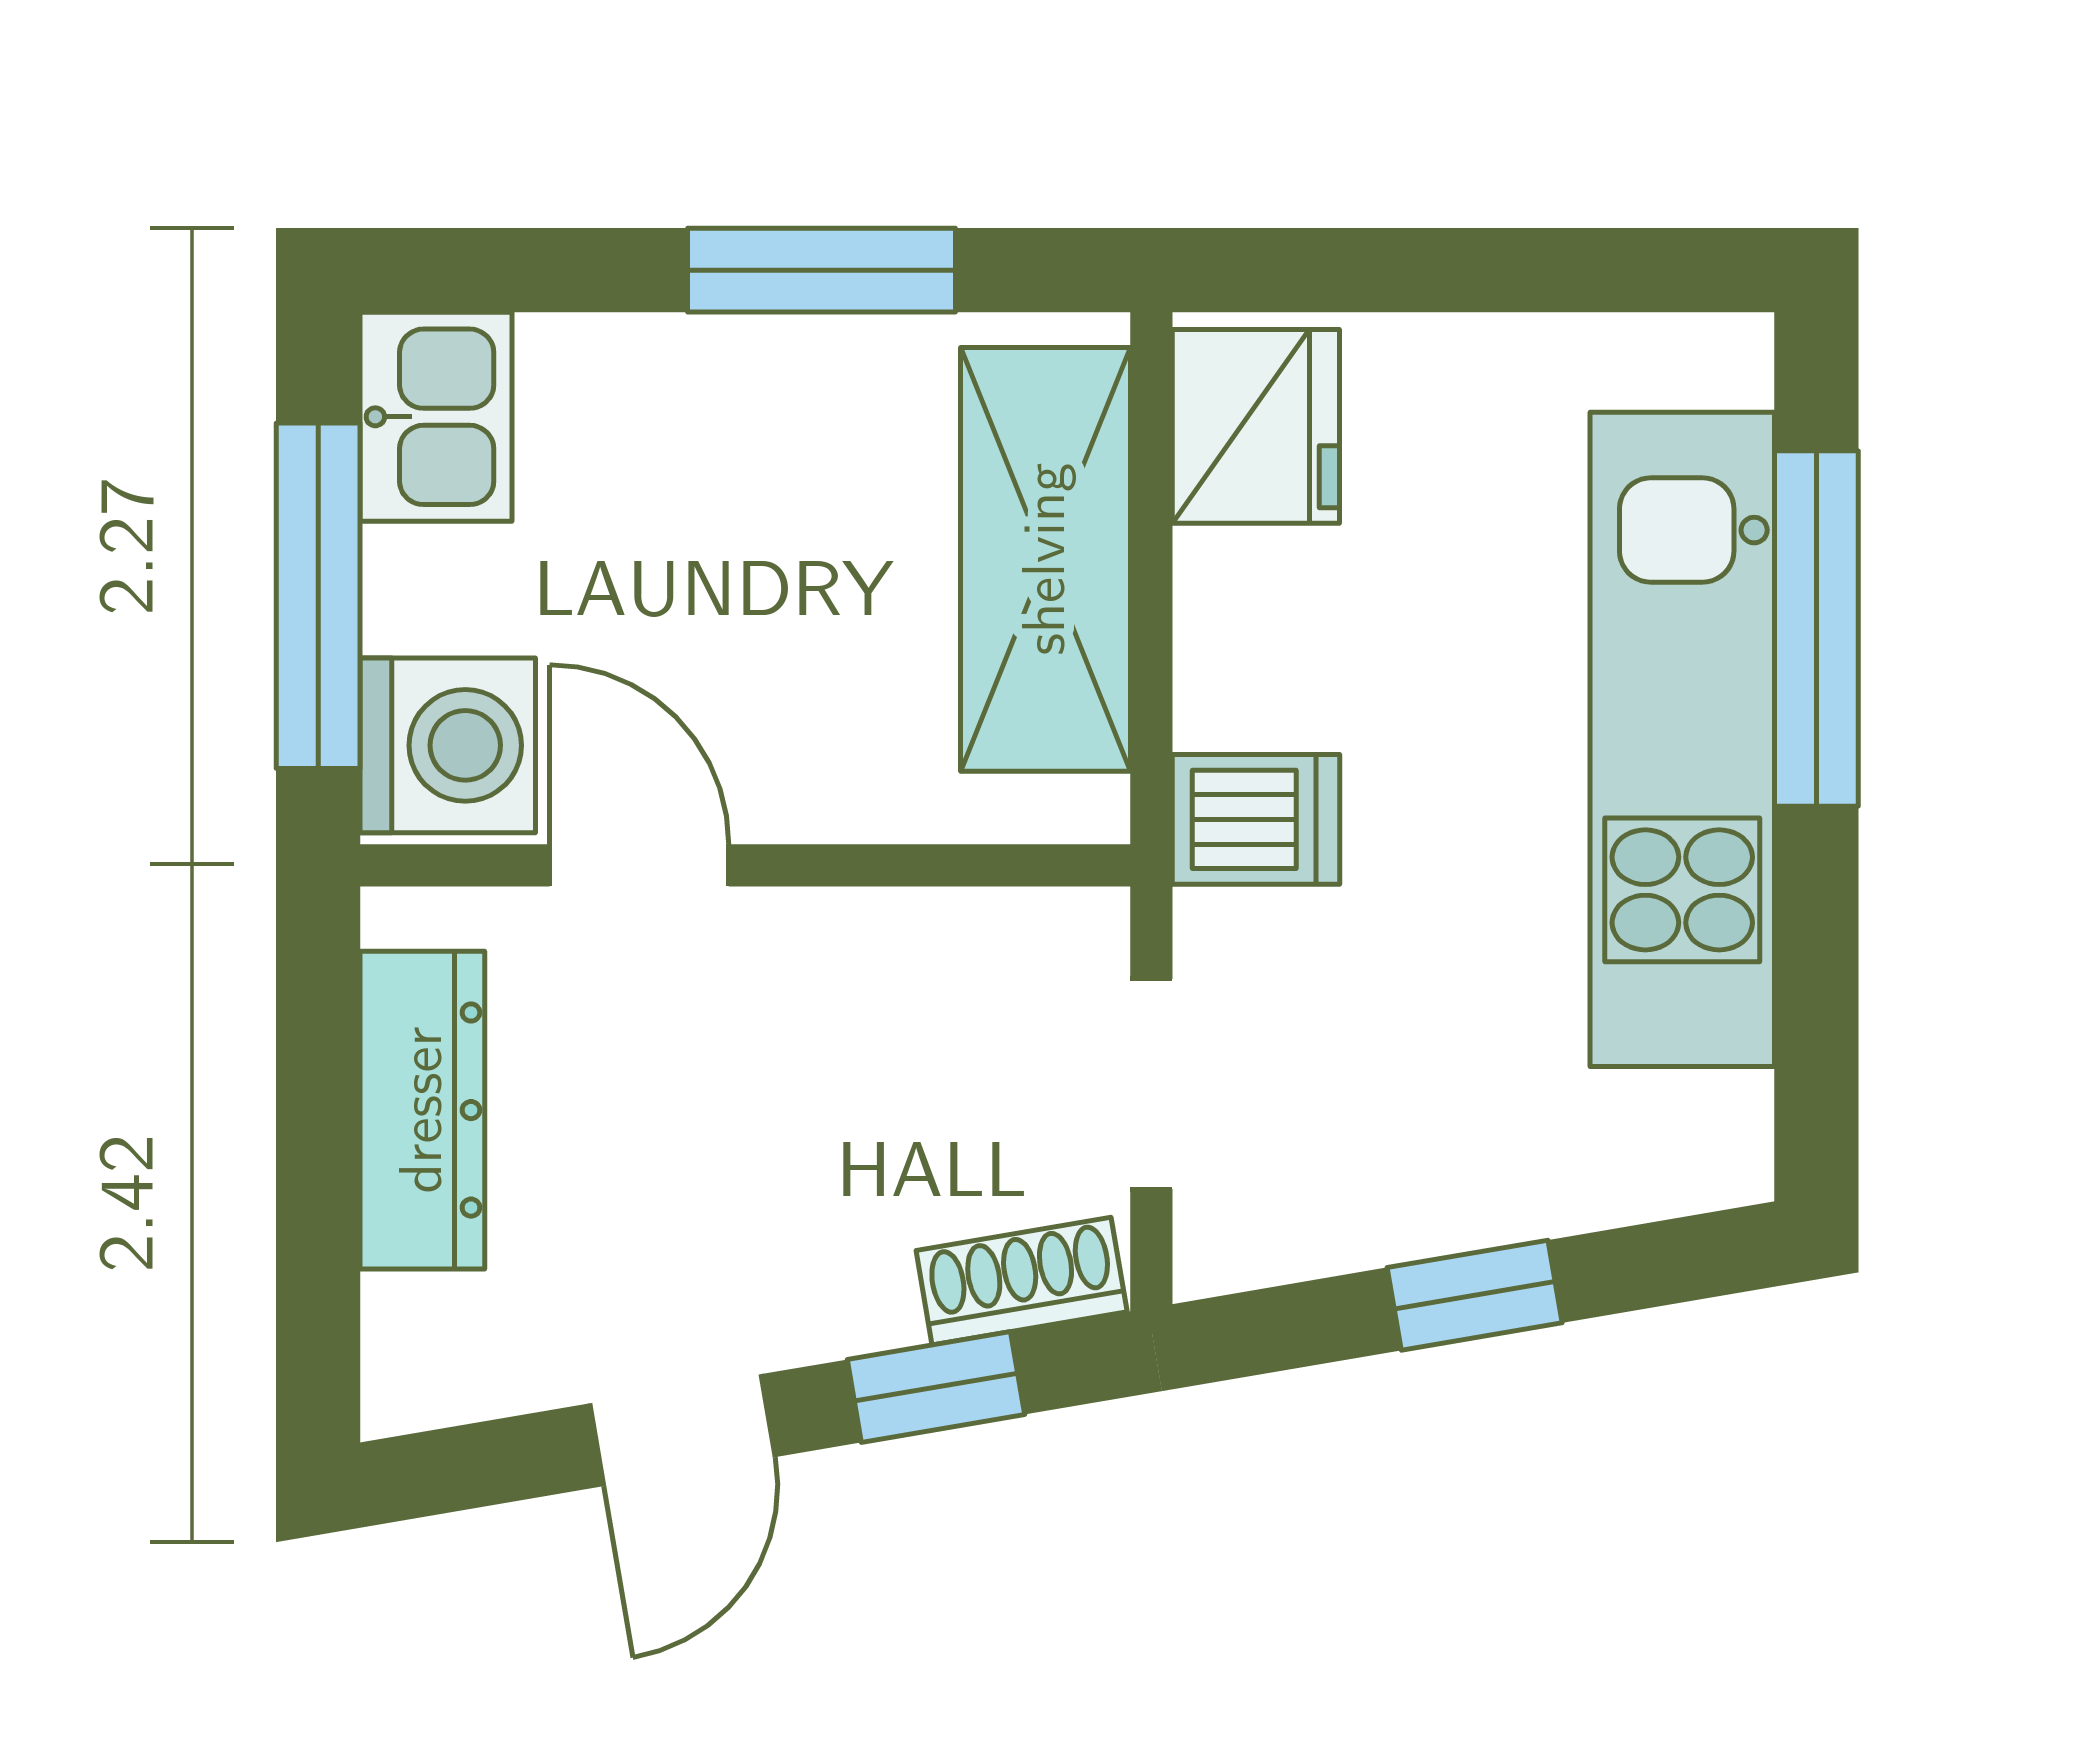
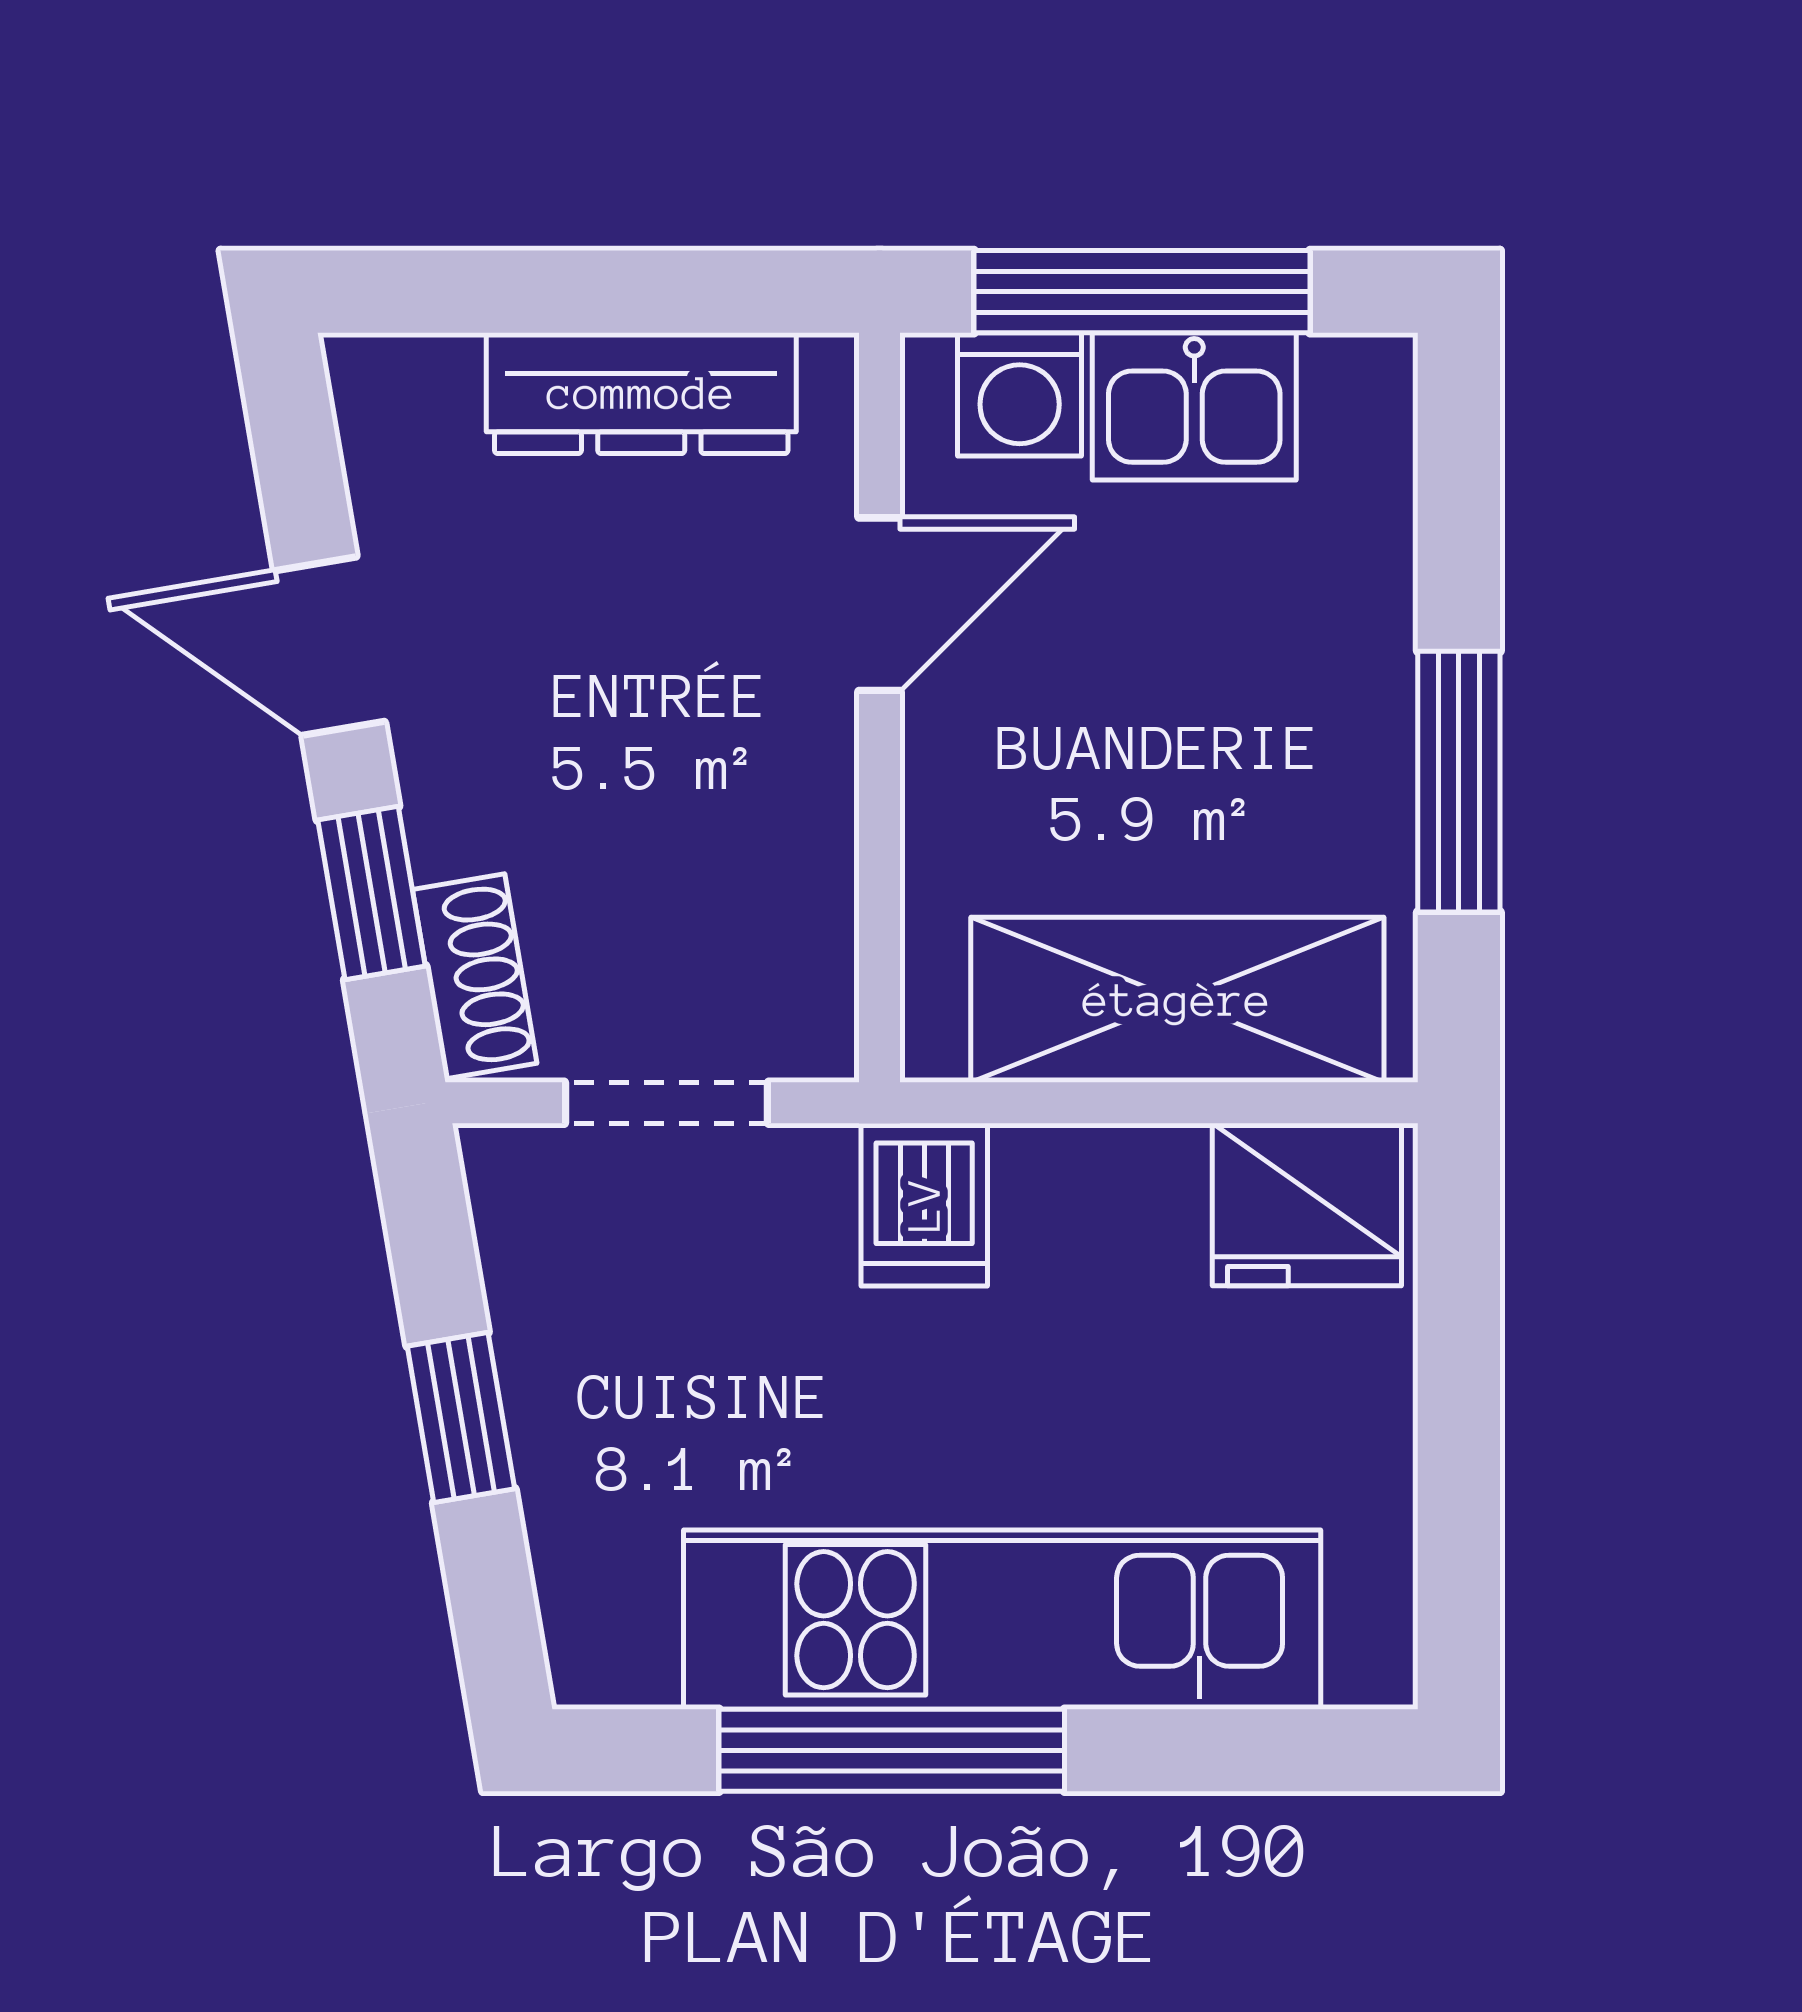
kitchen sink: (436, 417) -> (1194, 406), moved
window: (1816, 628) -> (892, 1750), moved
washing machine: (448, 745) -> (1020, 394), width x0.73, depth x0.73

